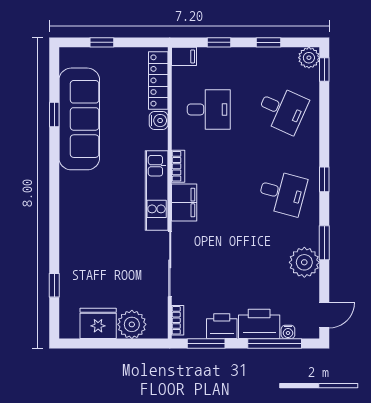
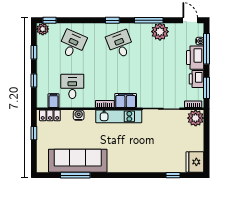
window: (102, 42) -> (34, 133), moved
filing cabinet: (184, 56) -> (54, 101), moved
locker: (158, 80) -> (50, 115), width x0.66
window: (54, 114) -> (75, 175), width x2.17
desk: (282, 193) -> (120, 44), turned -36
window: (324, 243) -> (149, 20), width x1.44
fridge: (98, 323) -> (195, 162), moved
plant: (132, 324) -> (196, 118), moved

